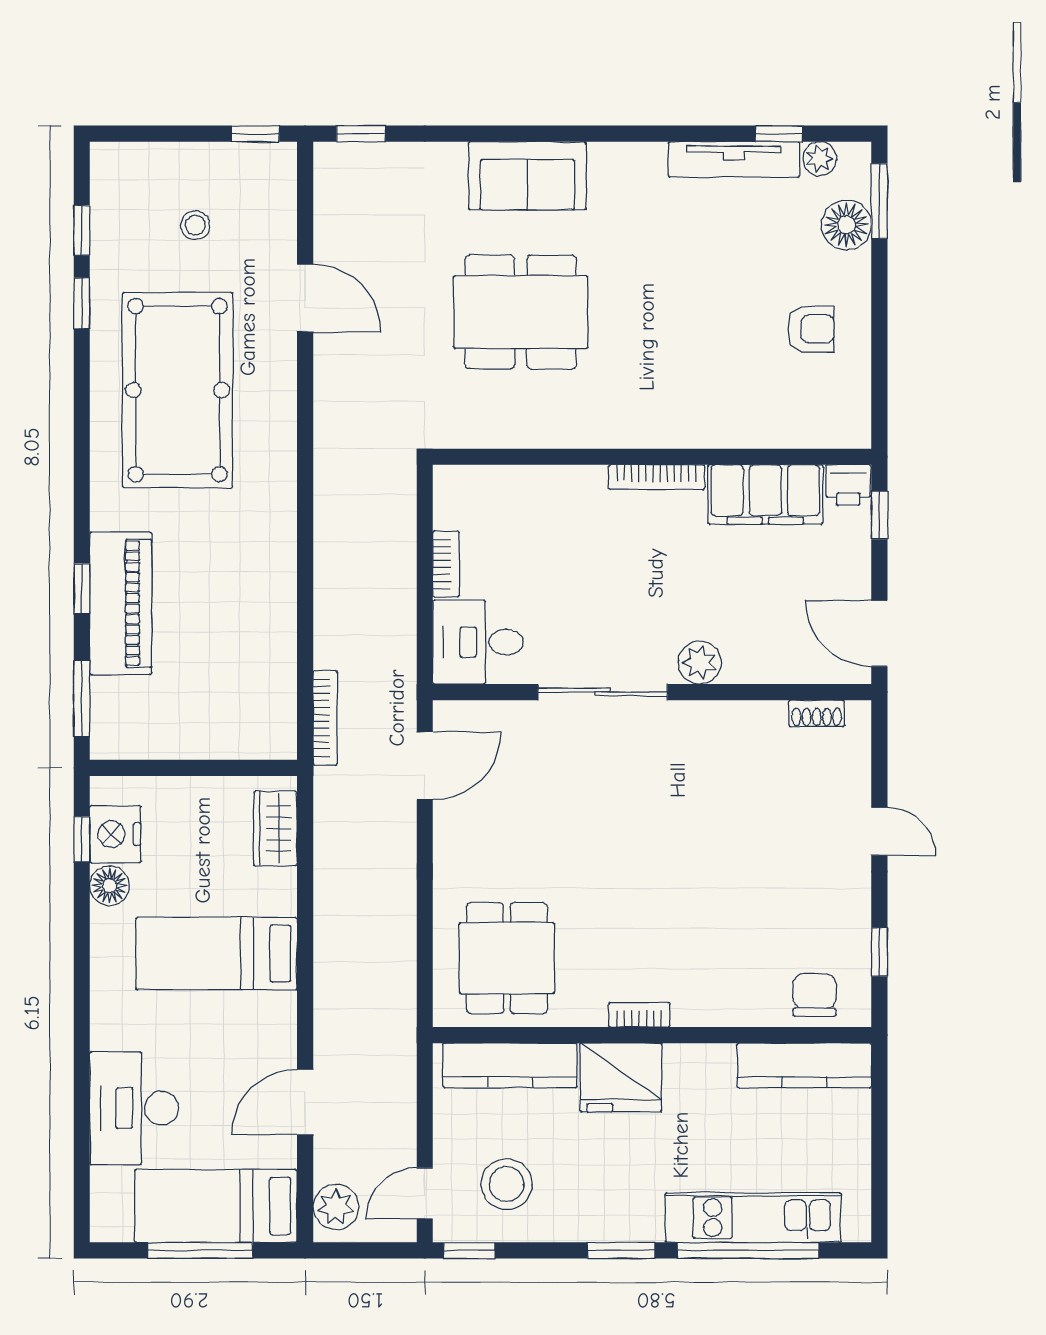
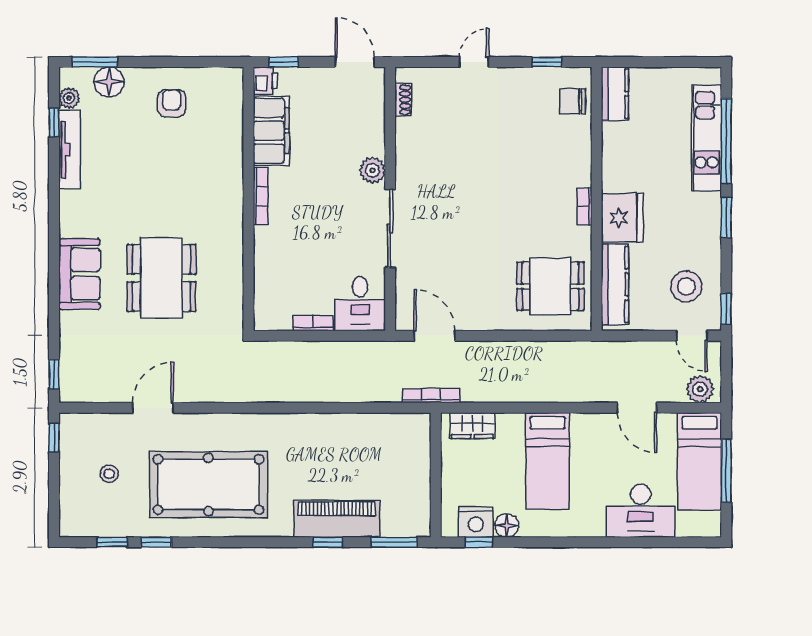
door: (879, 633) -> (355, 62), swing flipped
bookcase: (325, 718) -> (431, 396), moved
kitchen counter: (804, 1065) -> (615, 94), width x0.67

